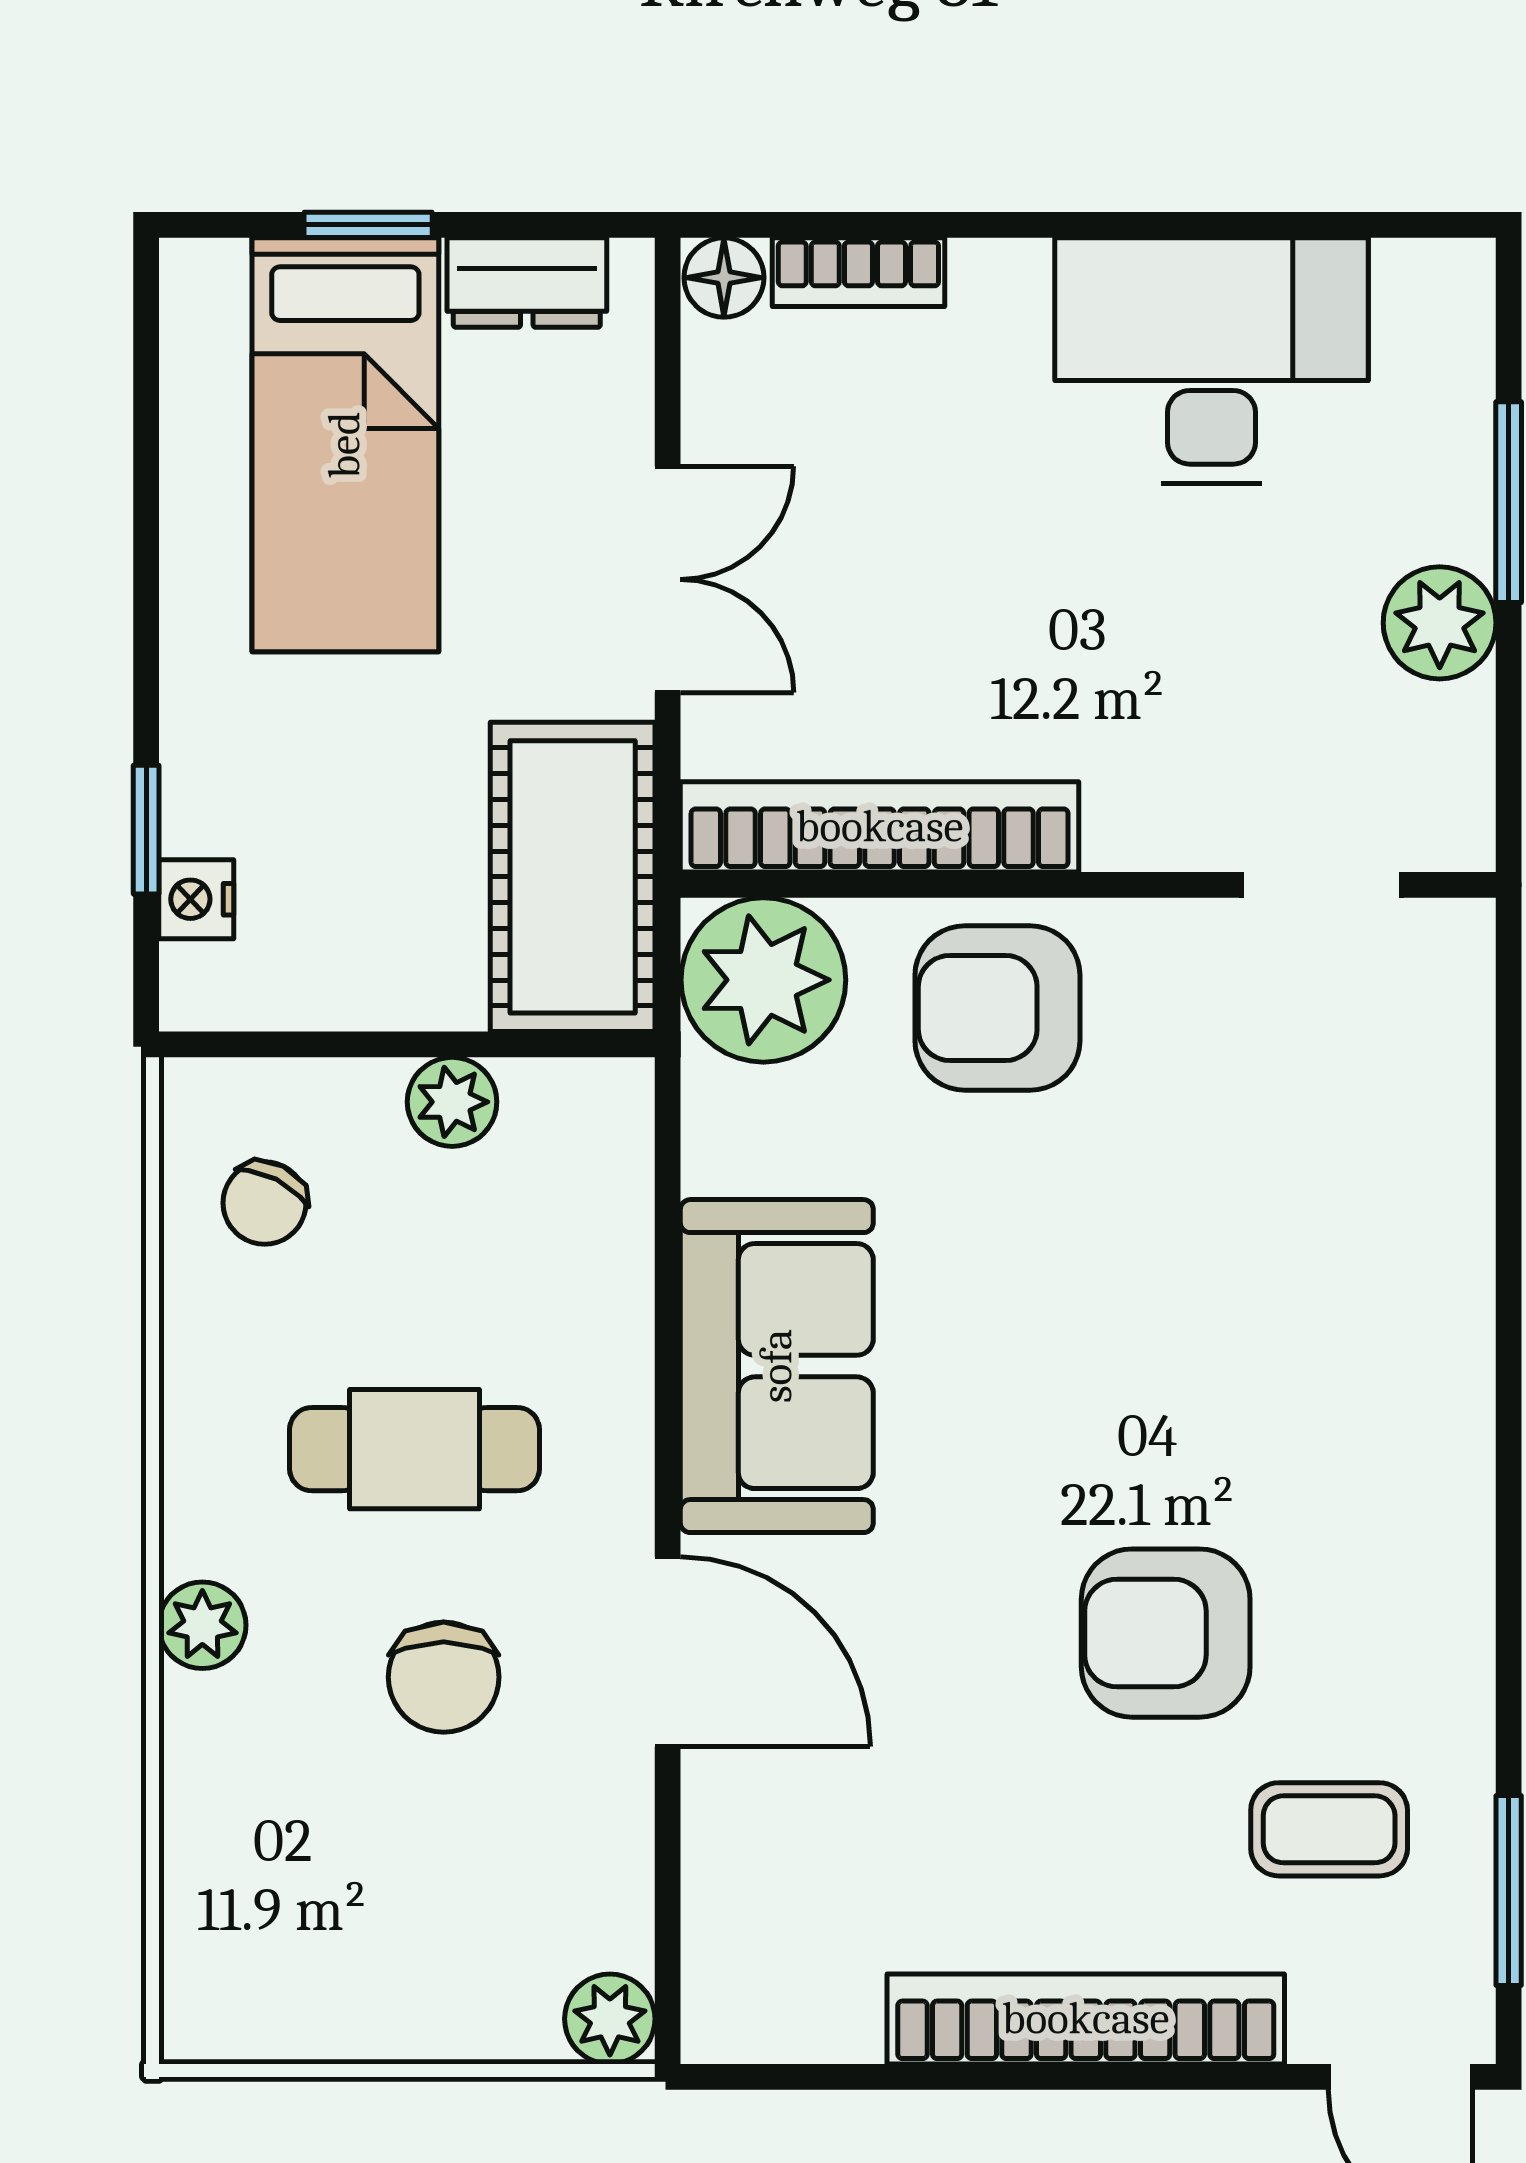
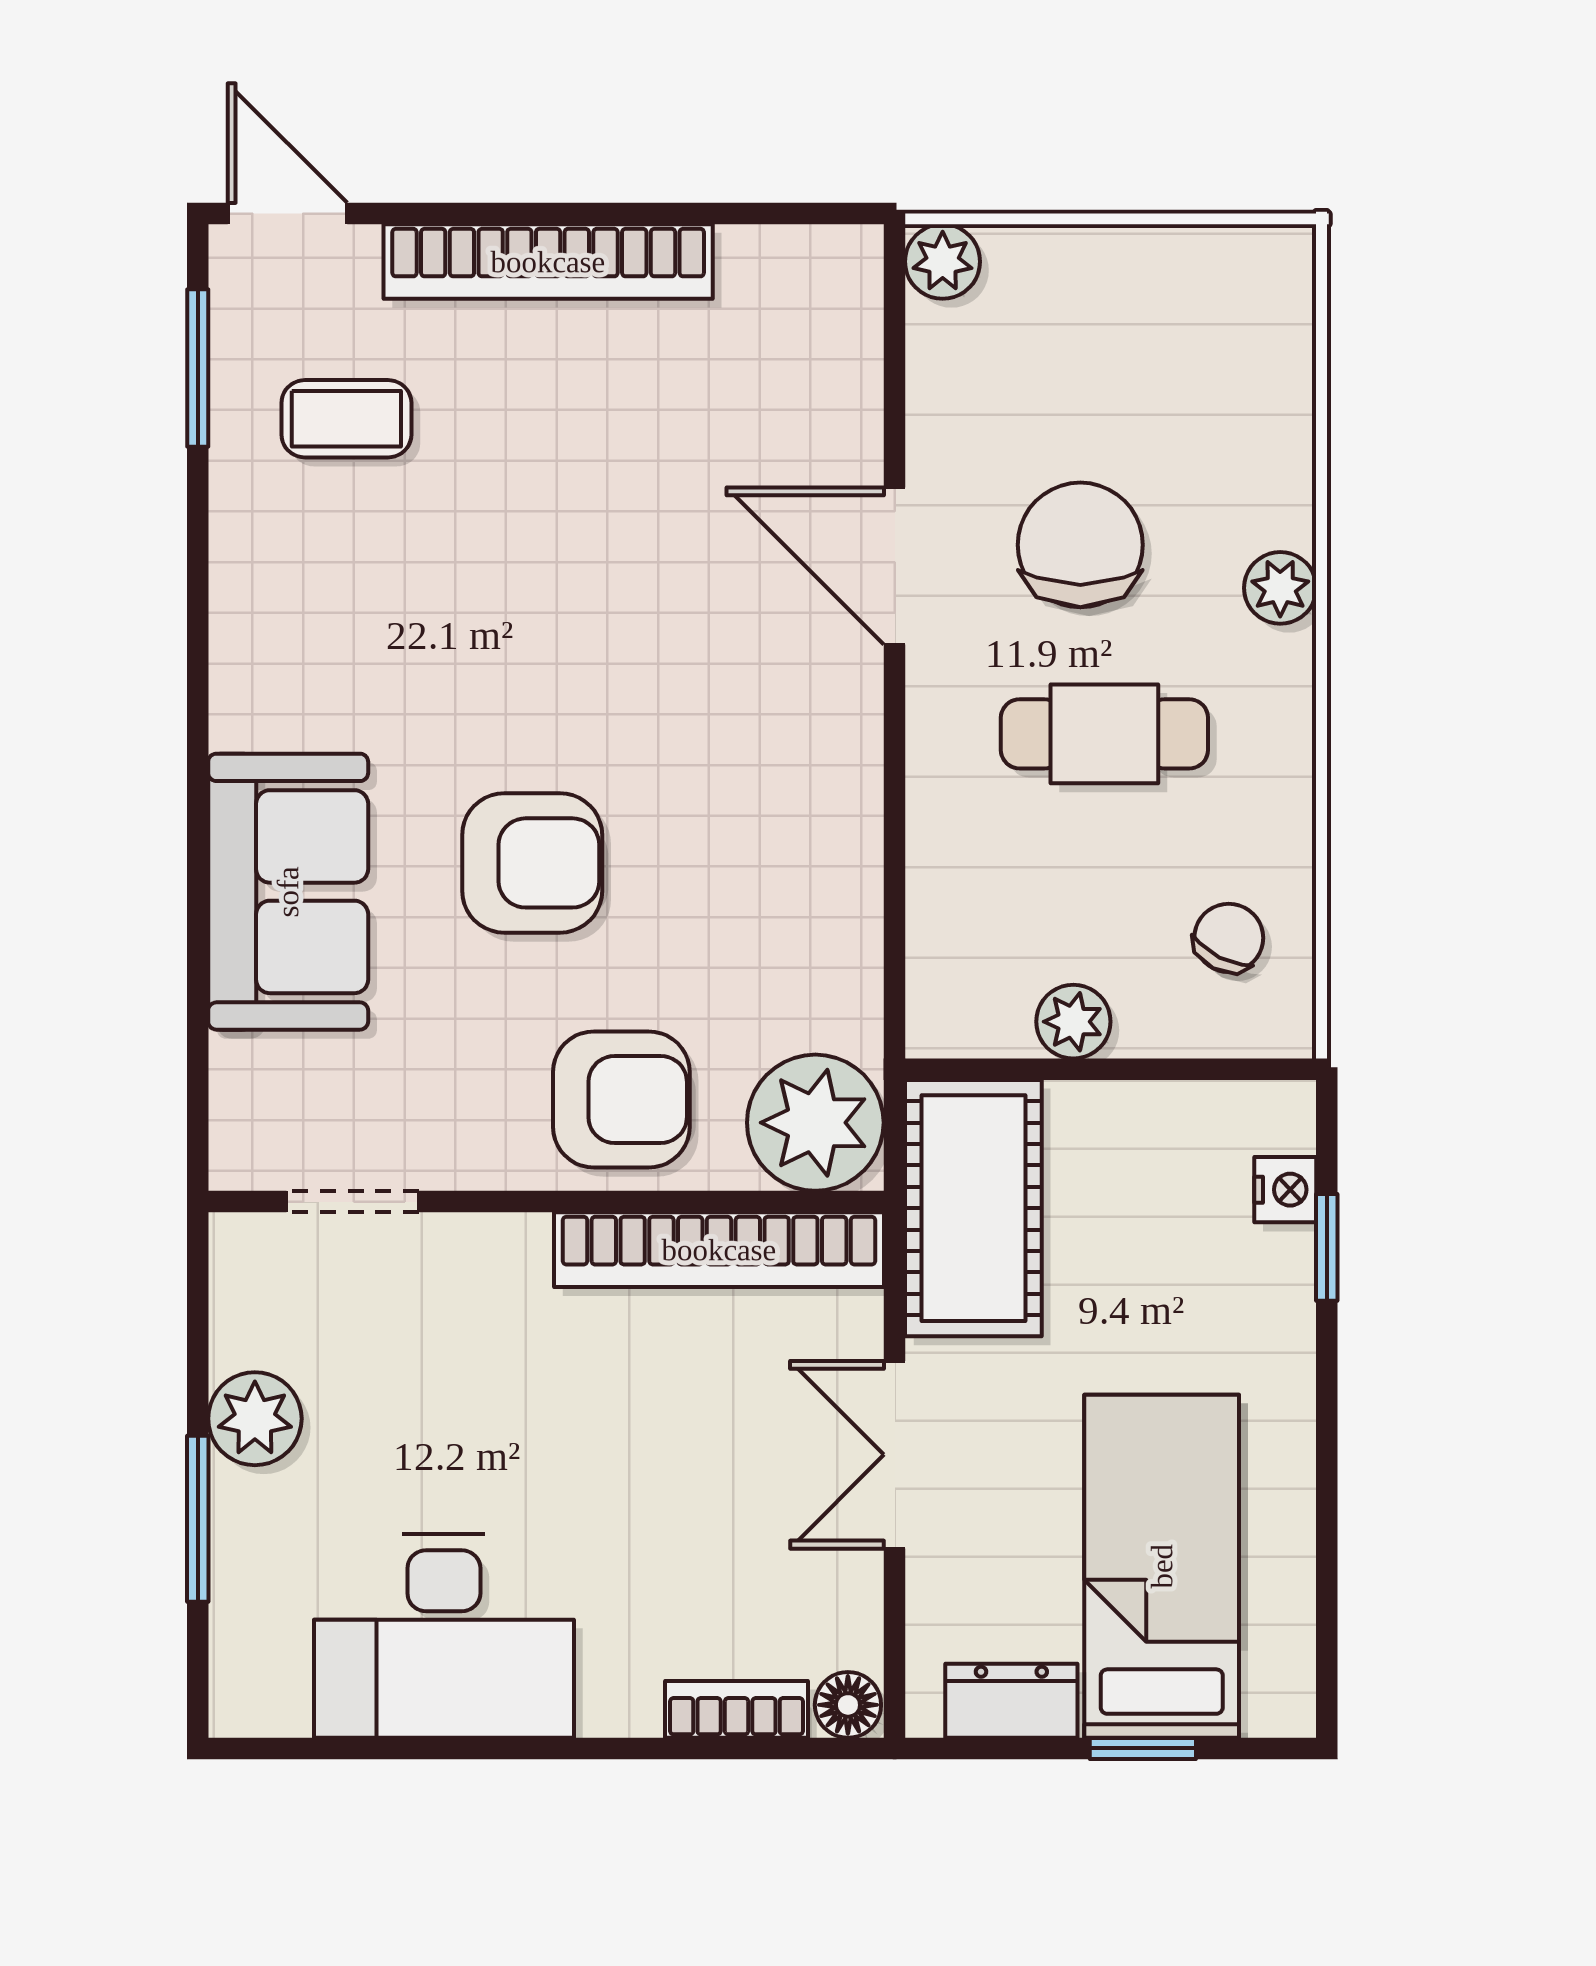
sofa: (777, 1366) -> (288, 892), moved, turned 180
armchair: (1166, 1633) -> (532, 863), moved
chair: (444, 1677) -> (1080, 545), width x1.37, depth x1.37

